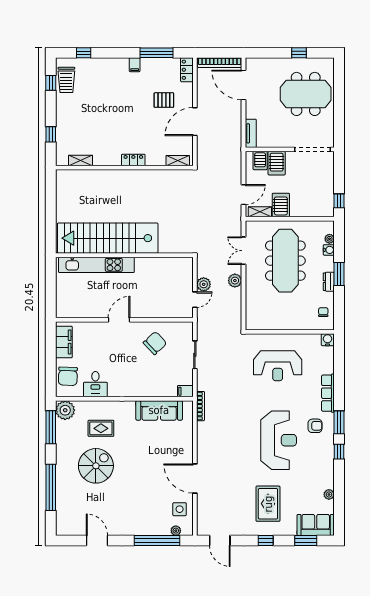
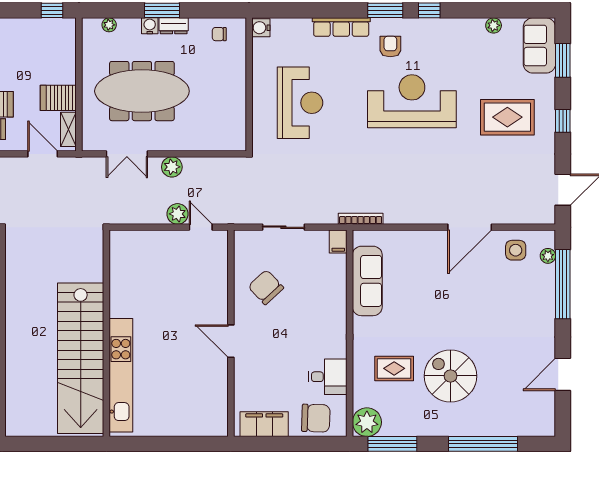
stairs: (108, 238) -> (81, 358), moved
water cooler: (329, 250) -> (150, 26), moved
wall: (124, 255) -> (106, 333), moved
kitchen unit: (96, 265) -> (121, 375), moved
rug: (101, 428) -> (394, 368), turned 90

